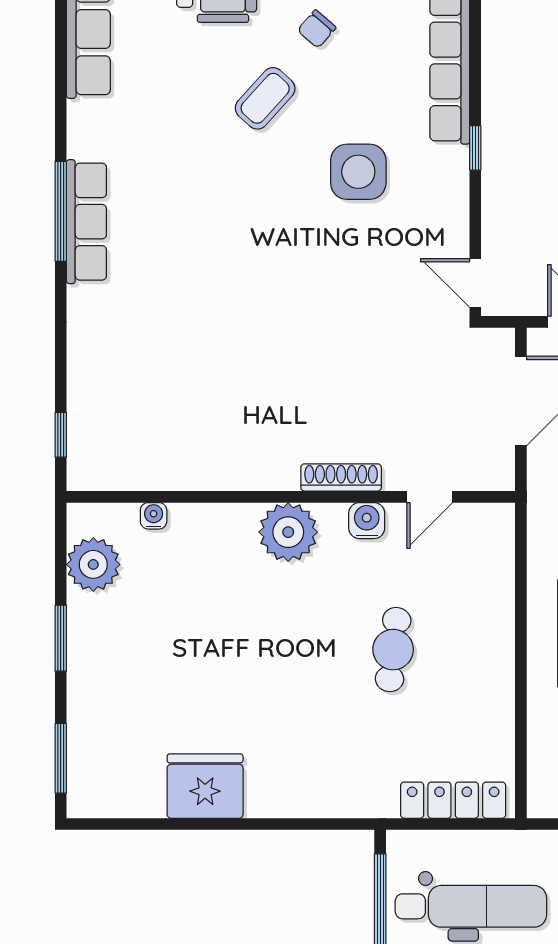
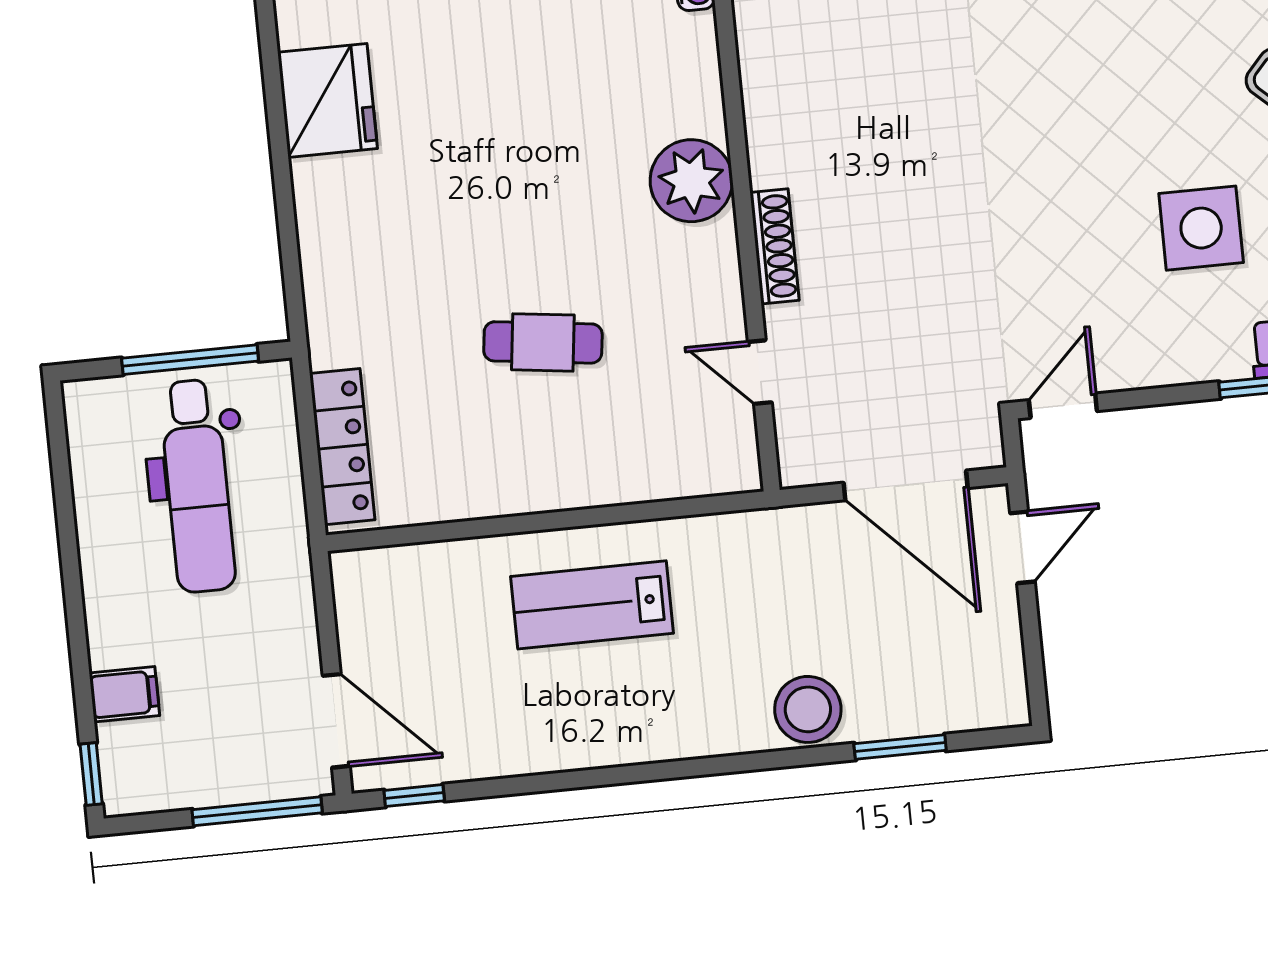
water cooler: (367, 521) -> (718, 288), removed

